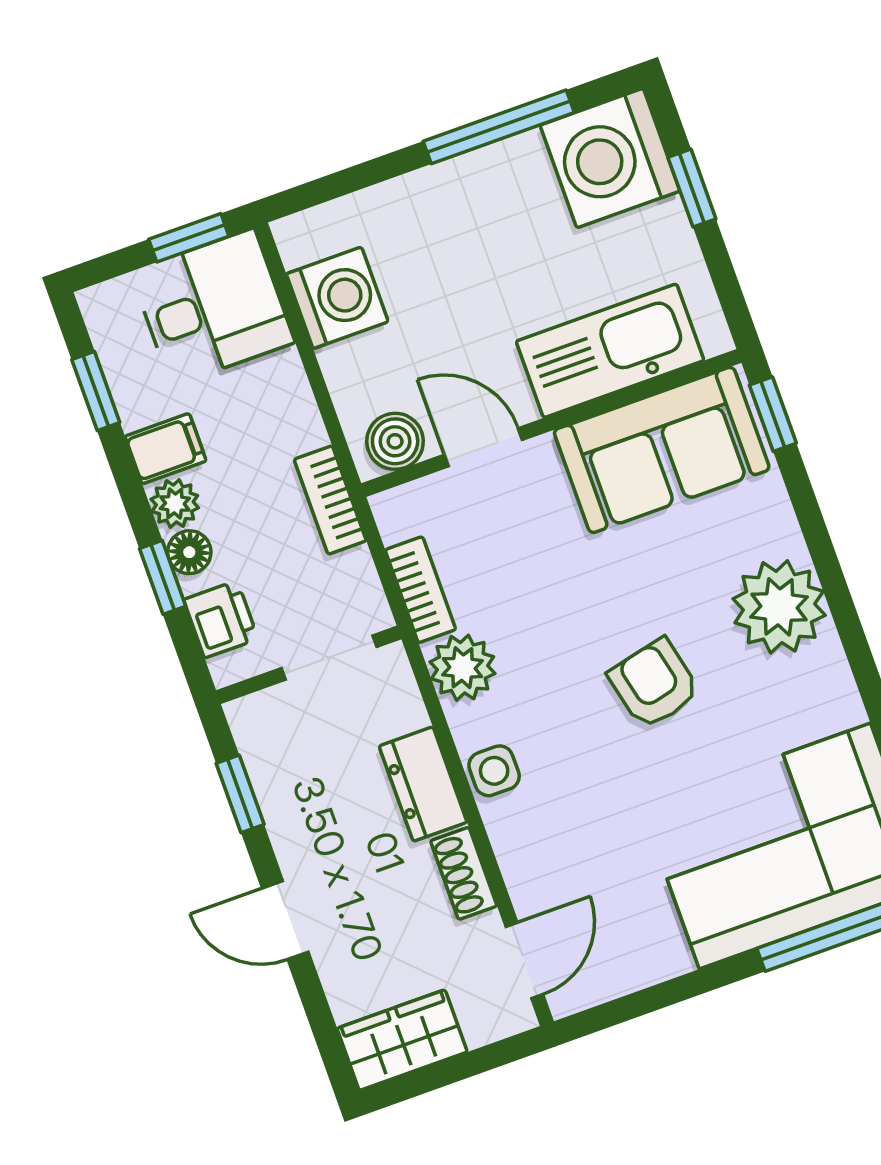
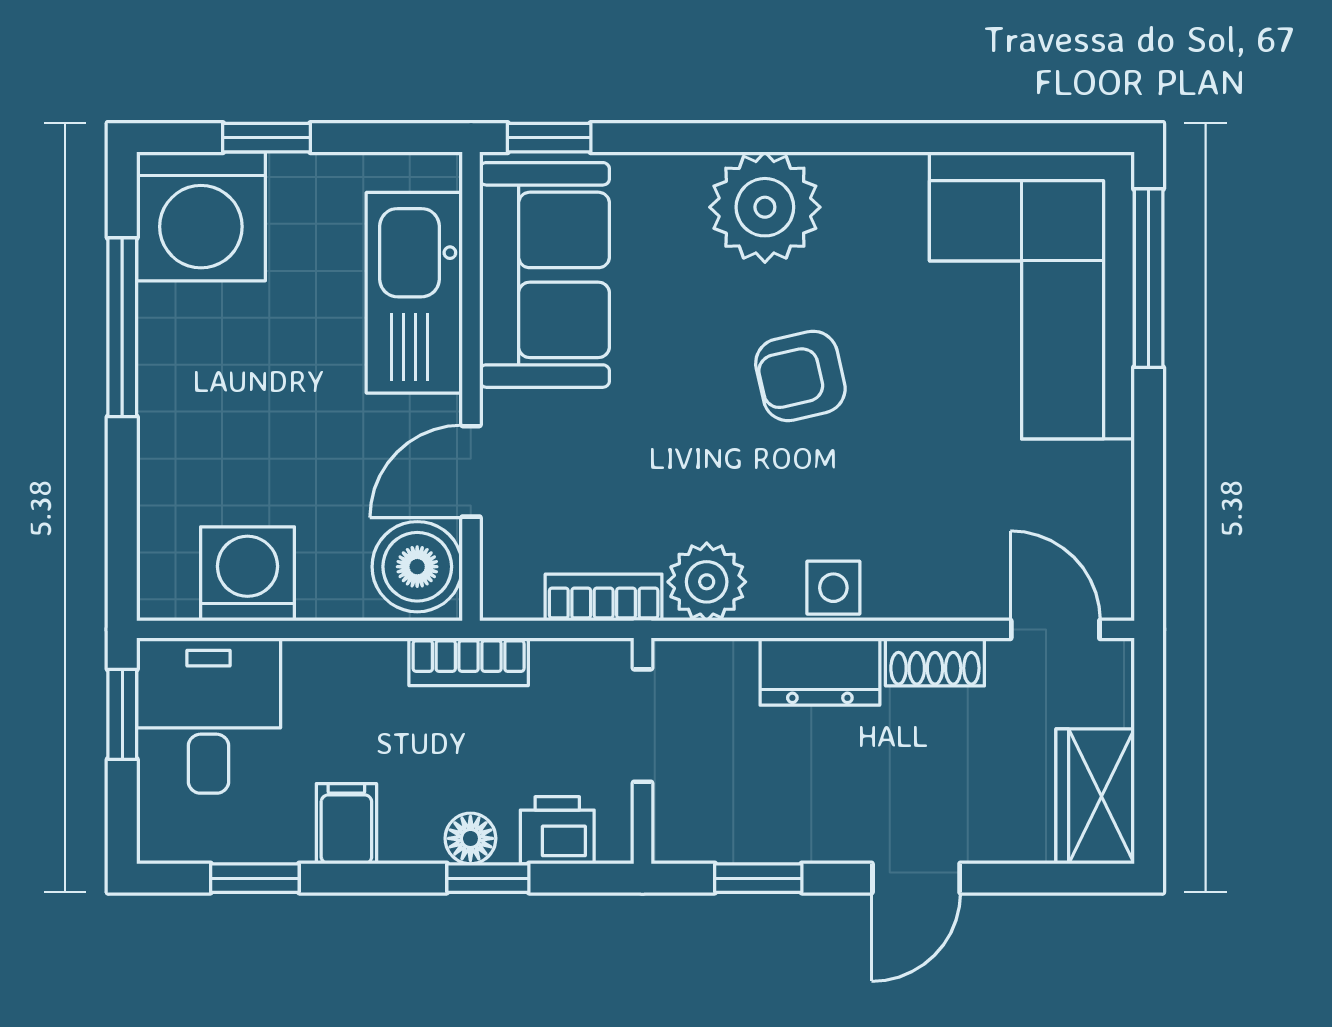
boiler: (395, 441) -> (417, 567), width x1.36, depth x1.36
plant: (175, 503) -> (411, 835), removed

